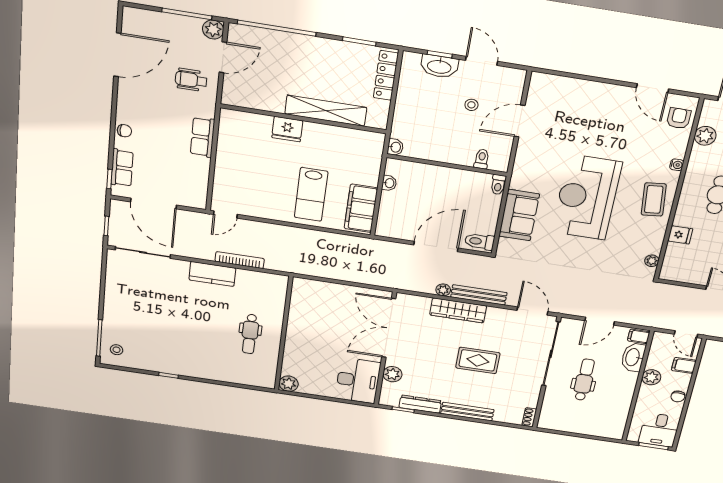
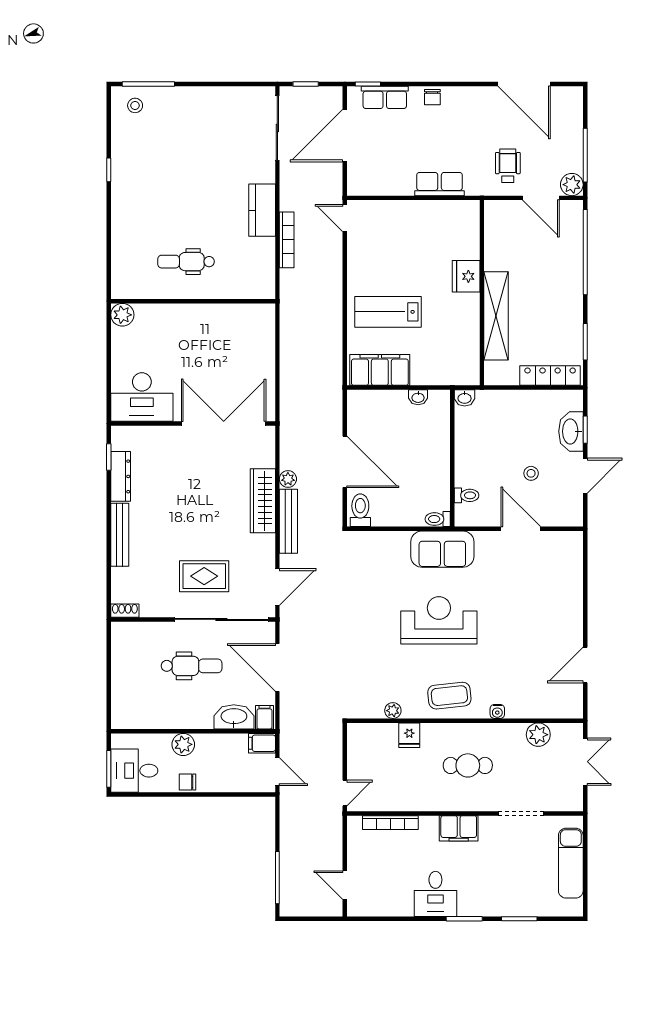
armchair: (679, 118) -> (554, 701), removed
reception desk: (587, 197) -> (439, 620), width x0.74, depth x0.77
sofa: (519, 215) -> (442, 549), moved
plant: (652, 261) -> (393, 711), moved
door: (600, 321) -> (277, 668), width x1.36
door: (686, 334) -> (277, 772), swing flipped
rug: (478, 360) -> (204, 576), moved, turned 90
filing cabinet: (684, 365) -> (262, 743), moved, turned -90
plant: (392, 374) -> (159, 437), removed
plant: (651, 377) -> (183, 744), moved

